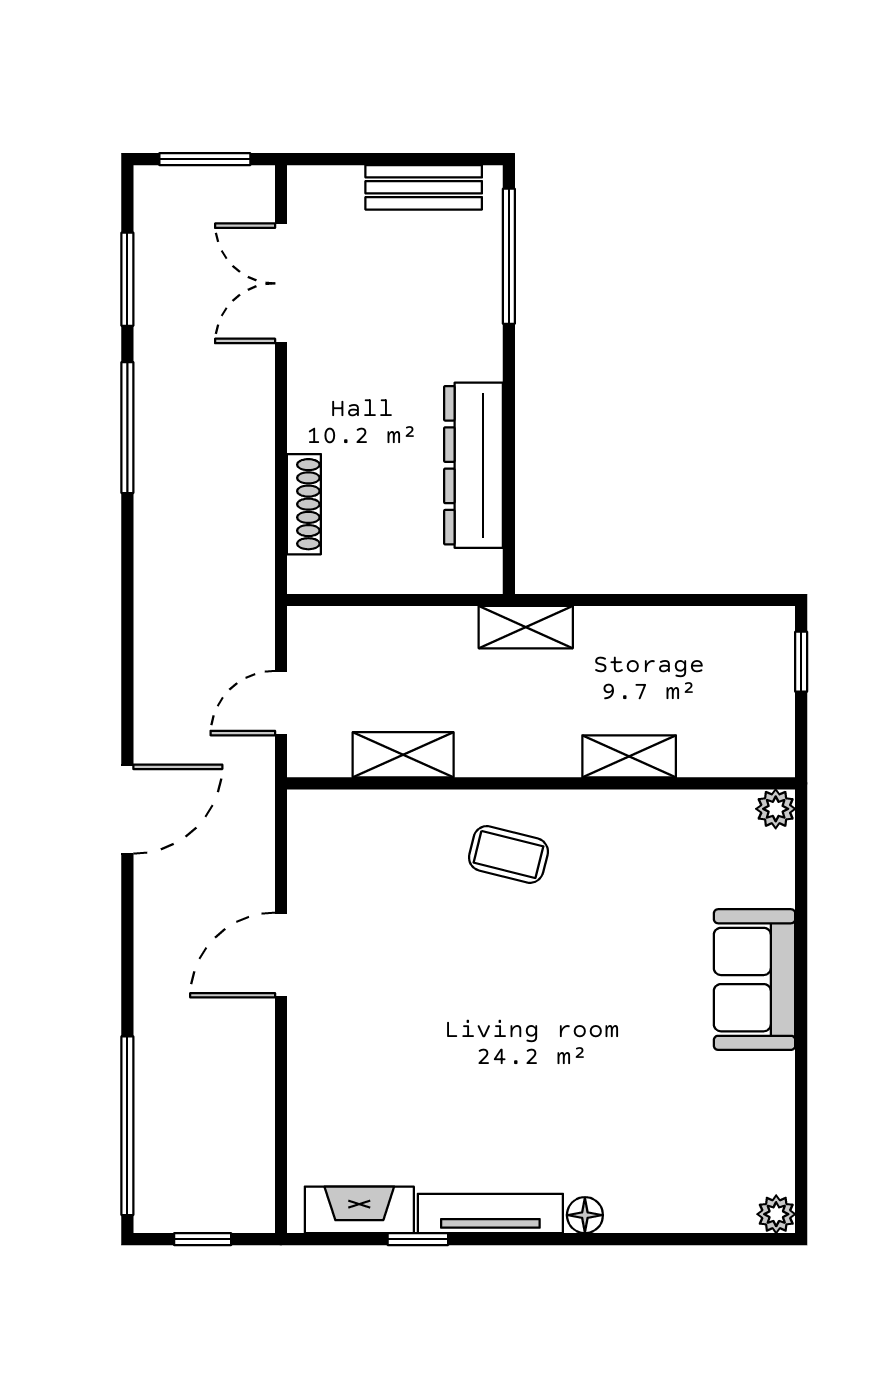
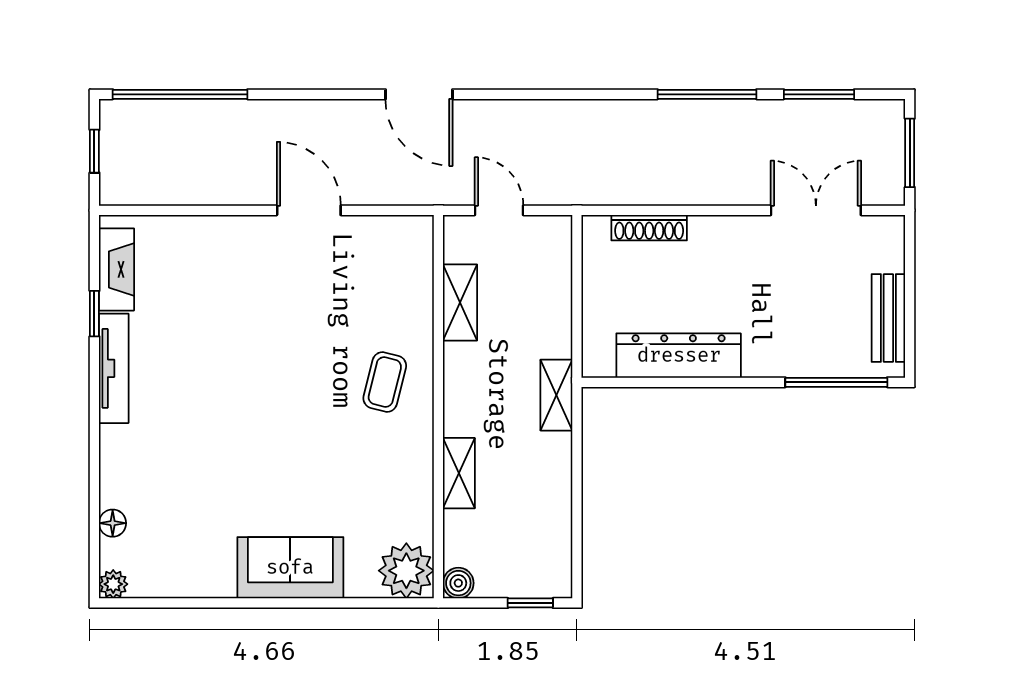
boiler: (775, 757) -> (458, 583), added
plant: (776, 809) -> (406, 571), width x1.87, depth x1.87
floor lamp: (585, 1215) -> (113, 523), moved

